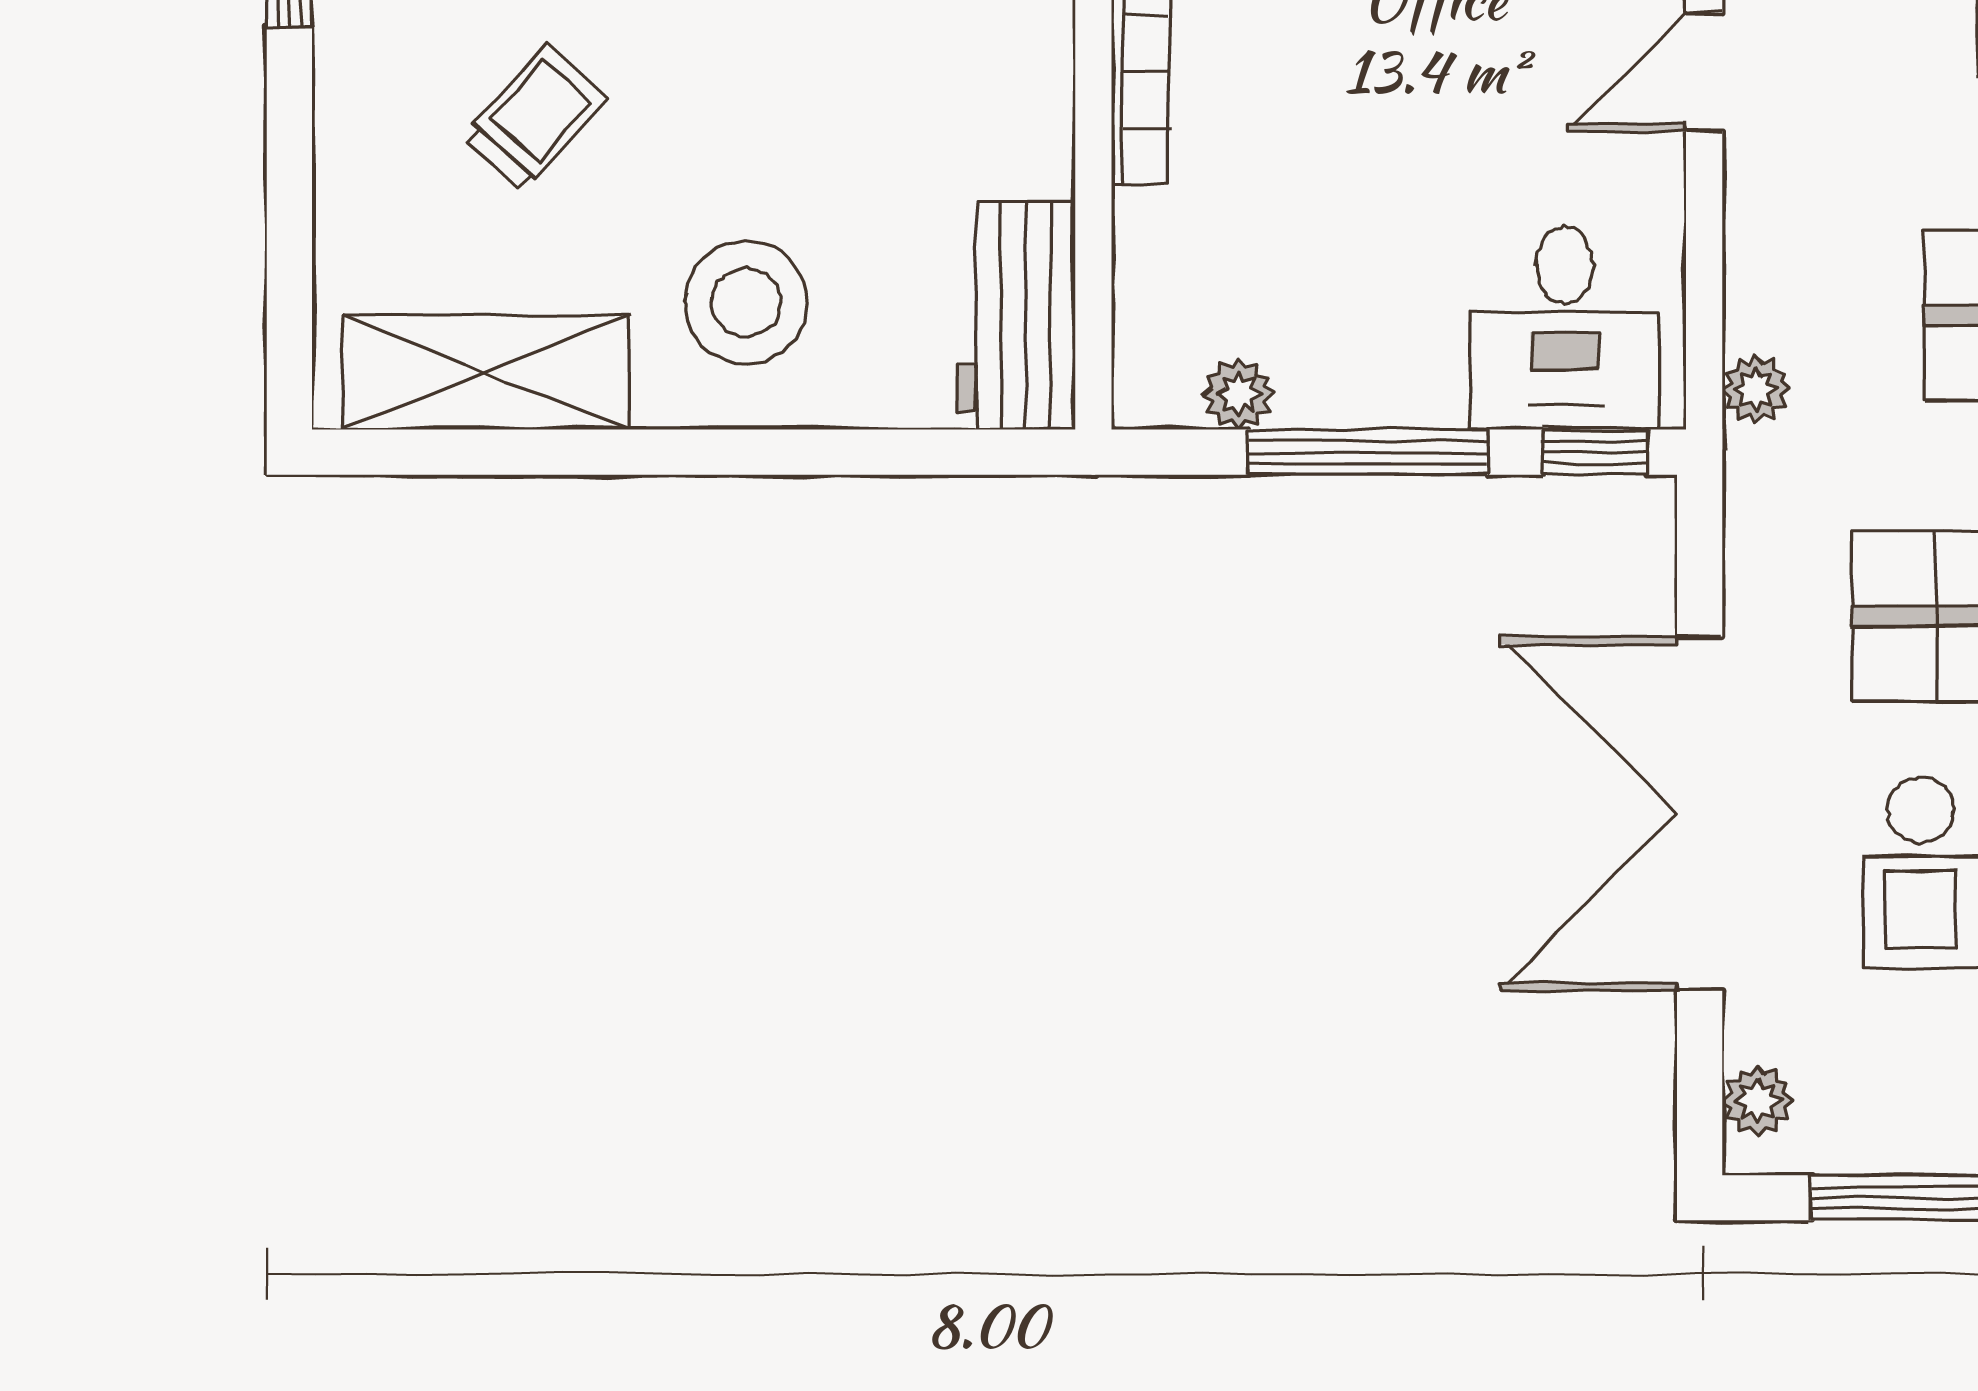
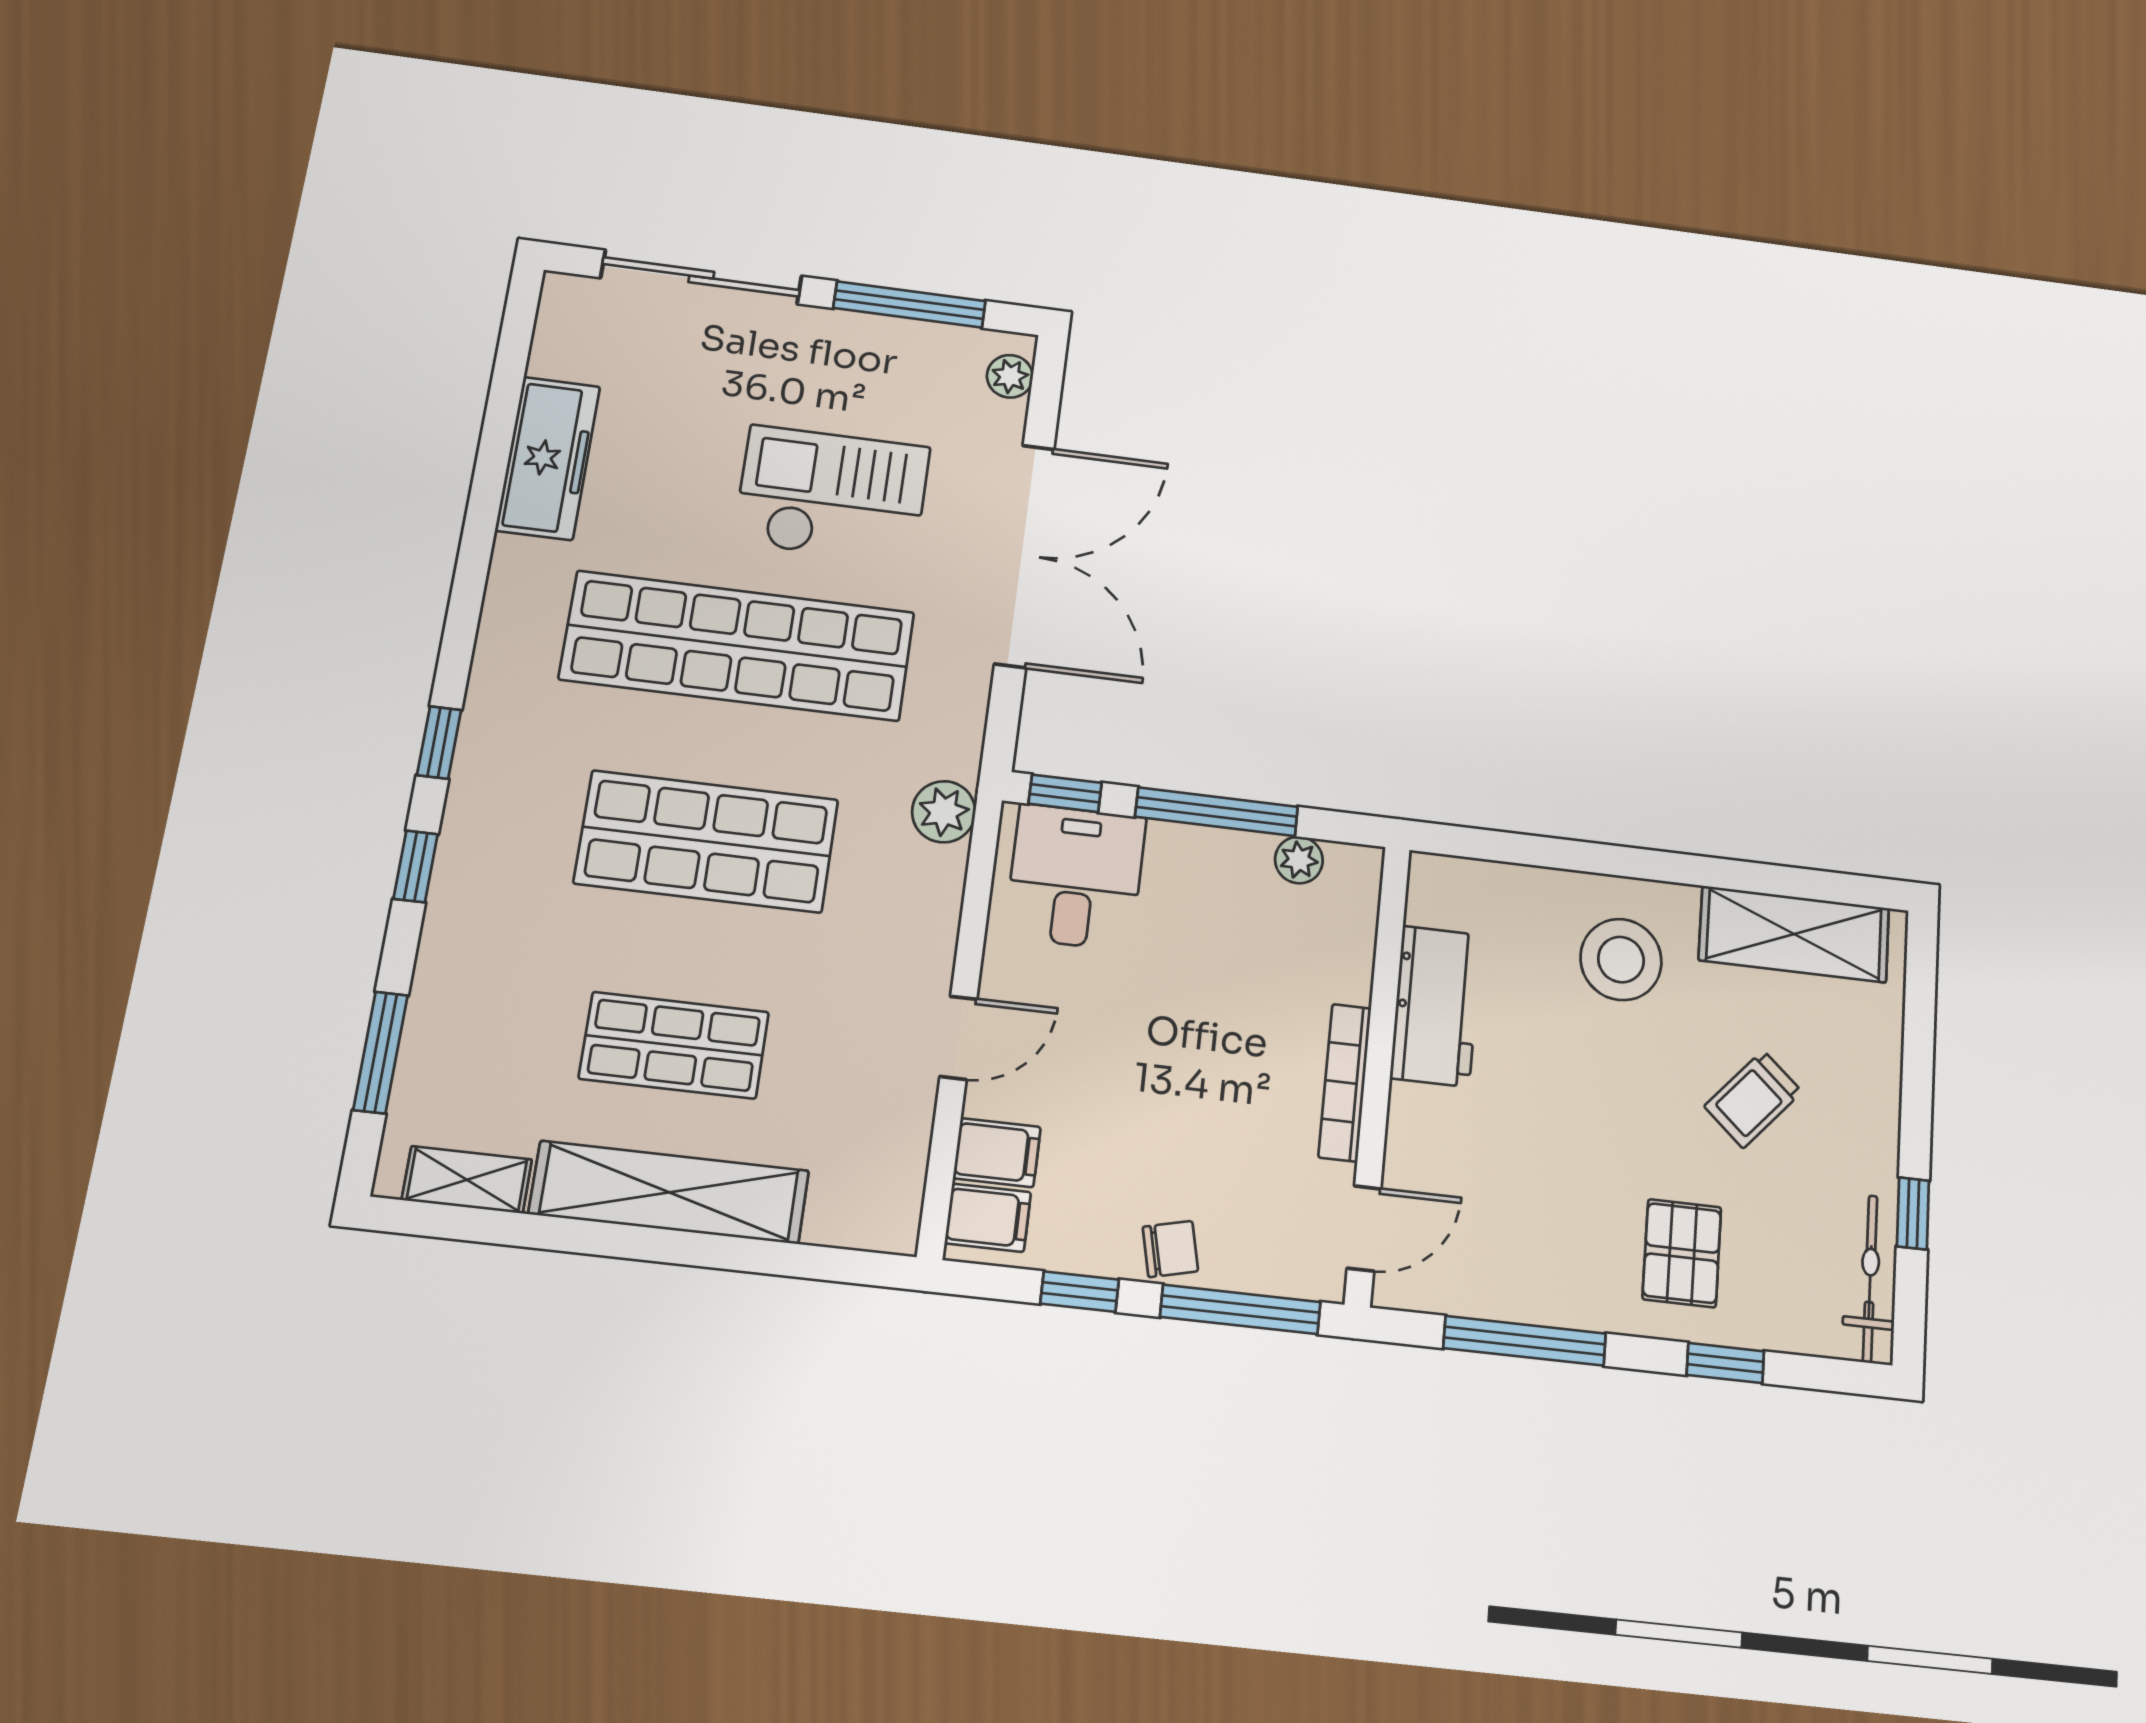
workbench: (1016, 316) -> (1436, 1006), moved
plant: (1756, 389) -> (944, 812), width x1.38, depth x1.38

